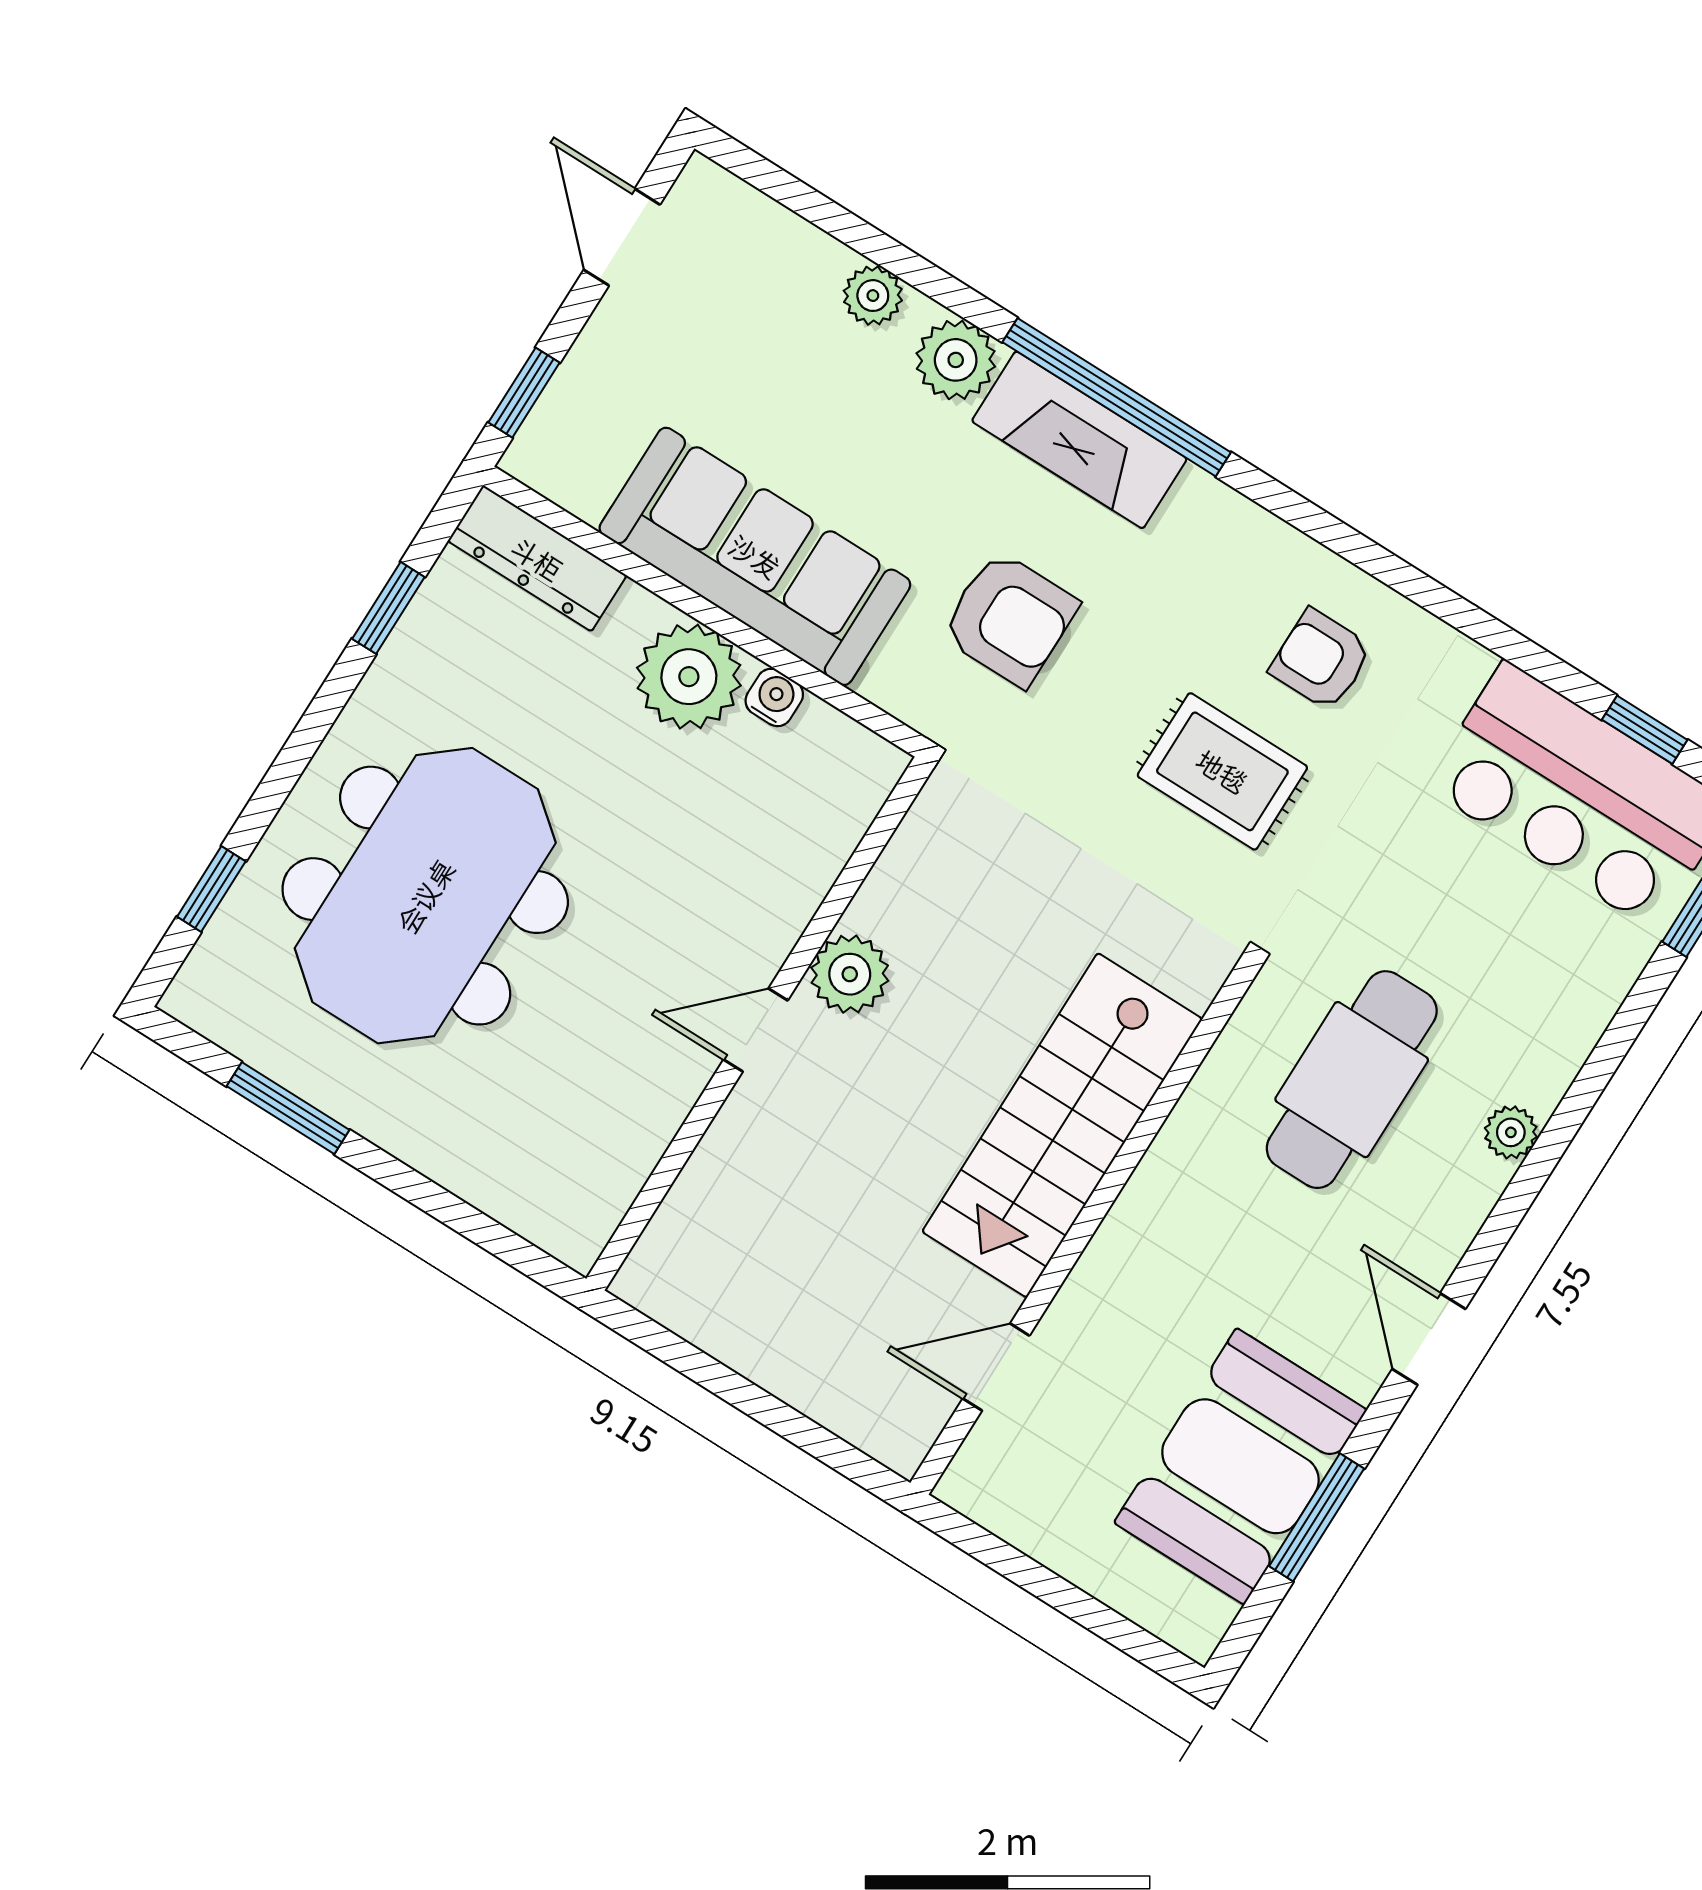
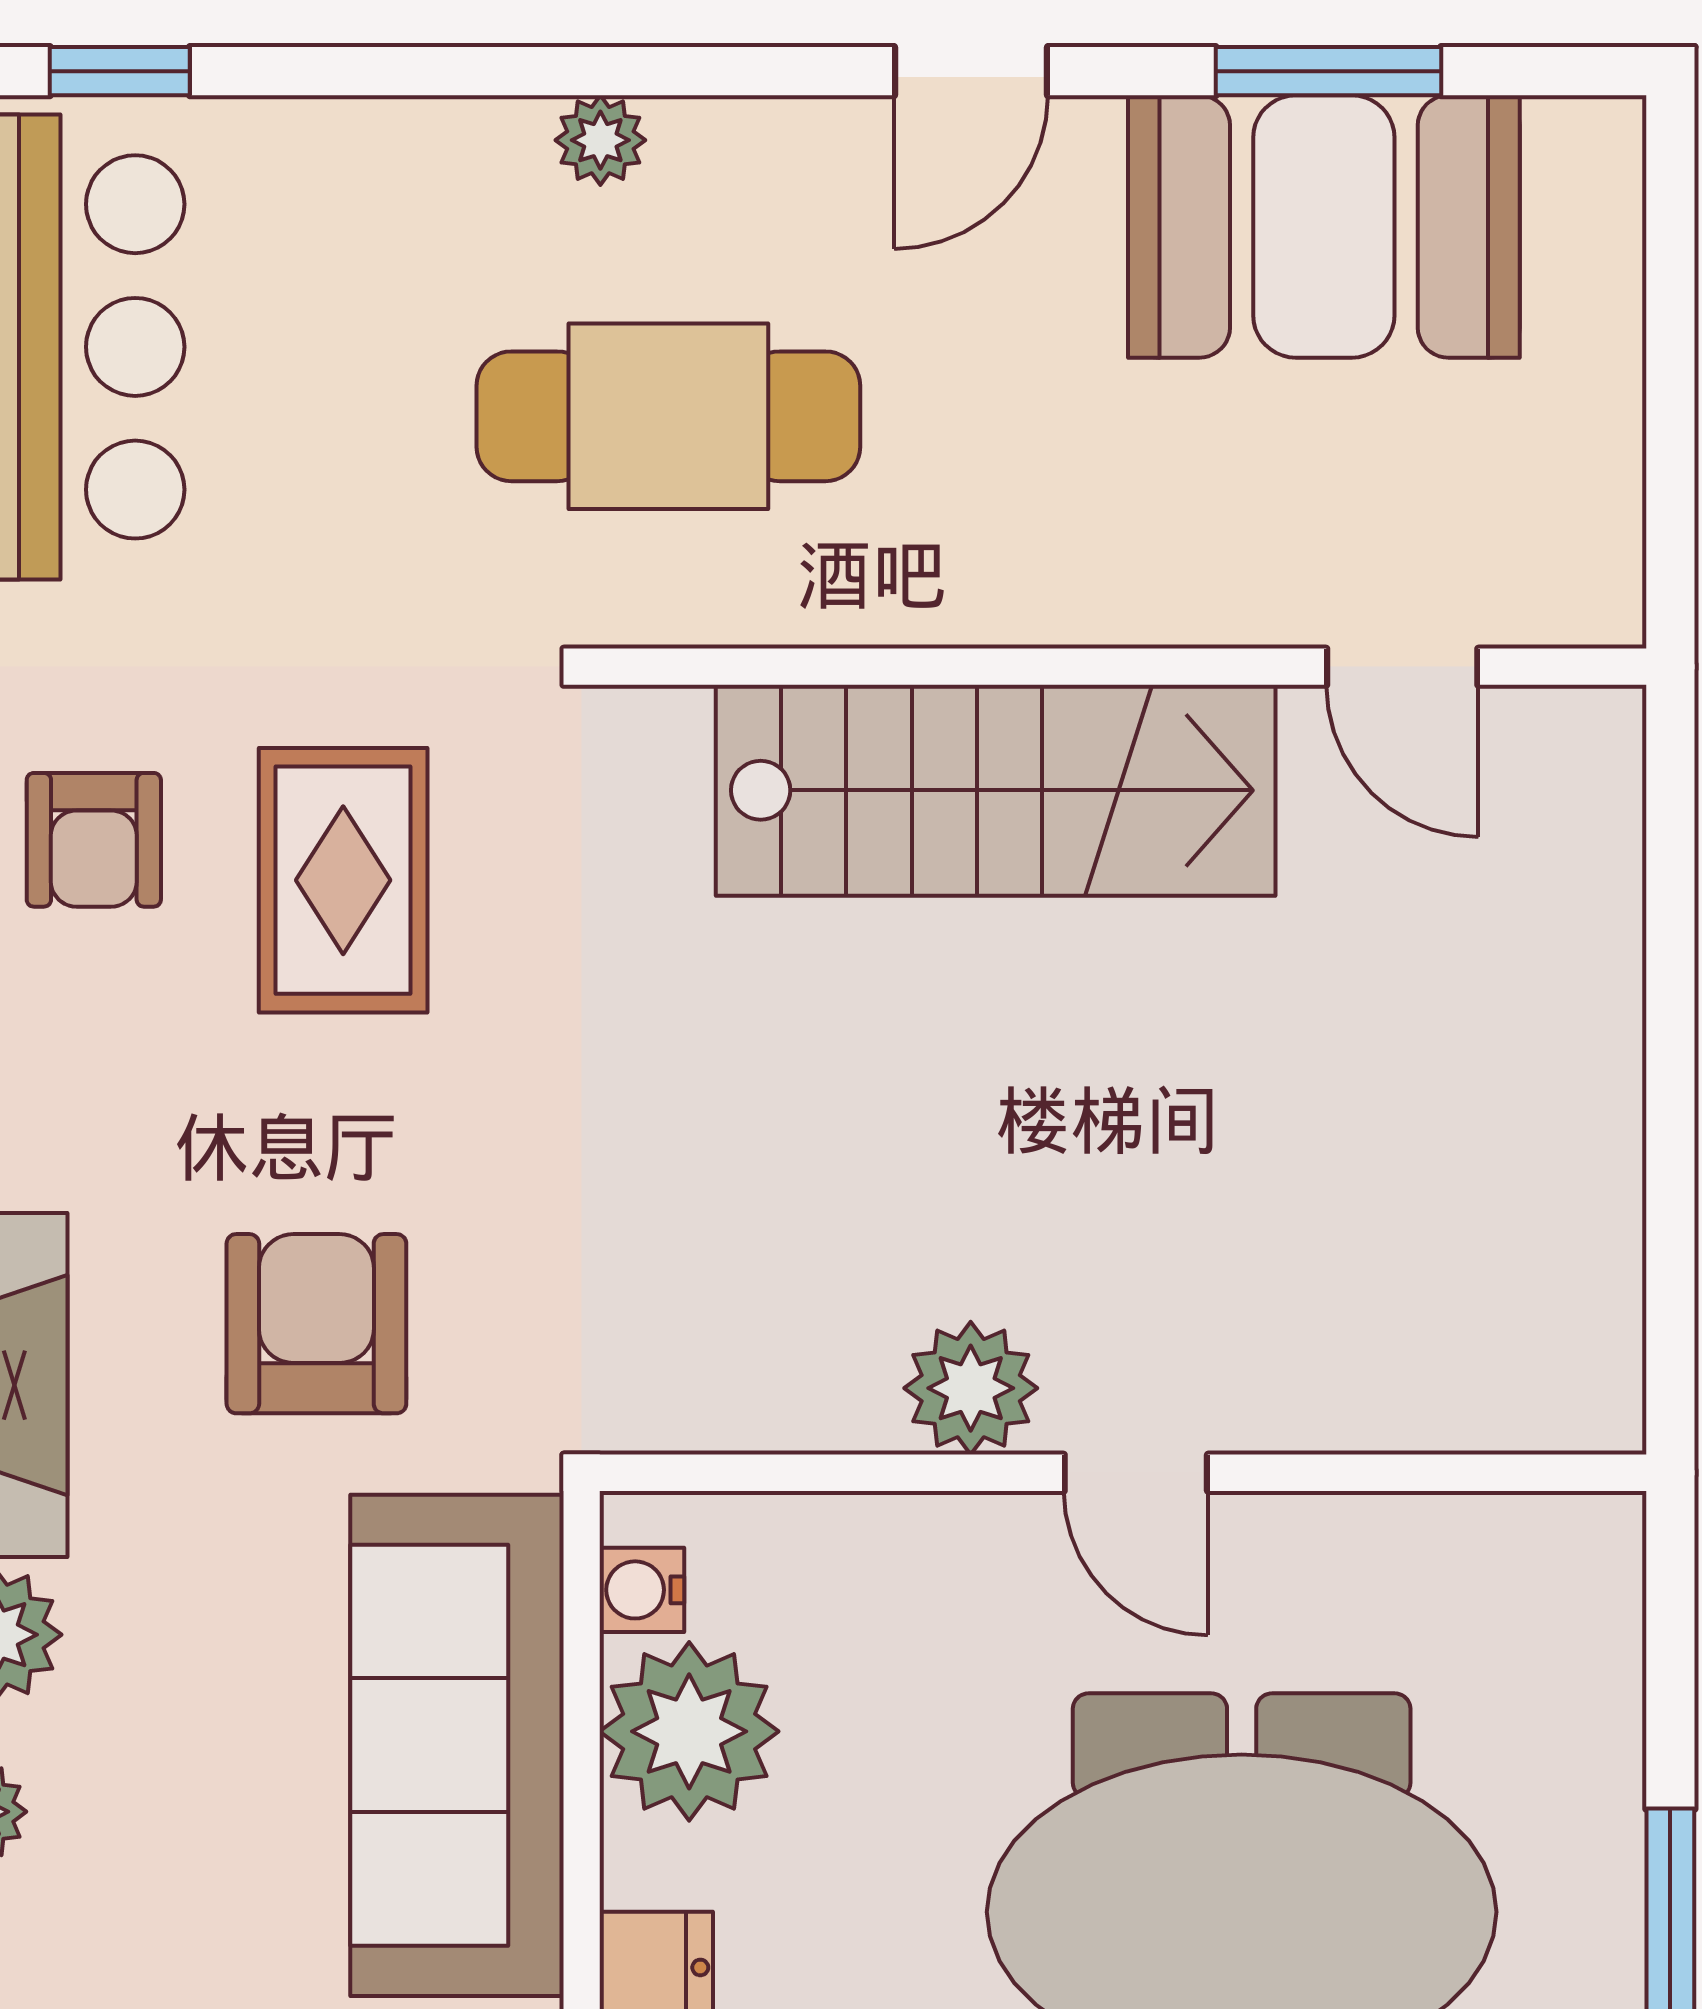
plant: (850, 974) -> (971, 1388), moved
wall: (760, 1024) -> (1123, 1473), moved
door: (756, 1030) -> (1136, 1473), moved

